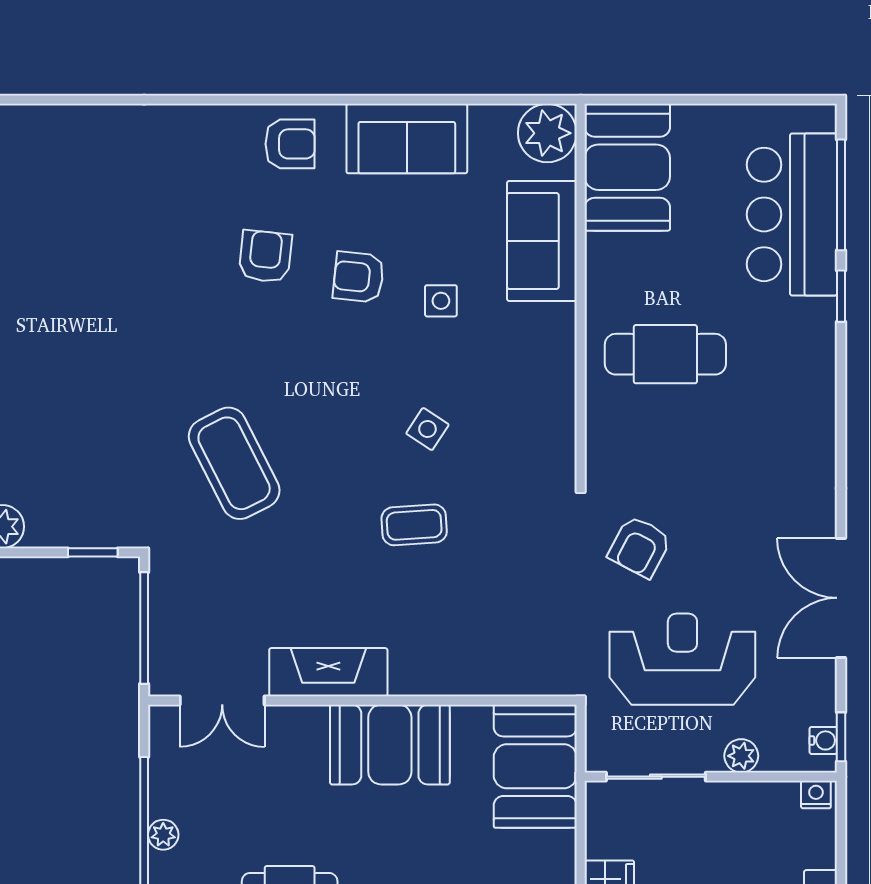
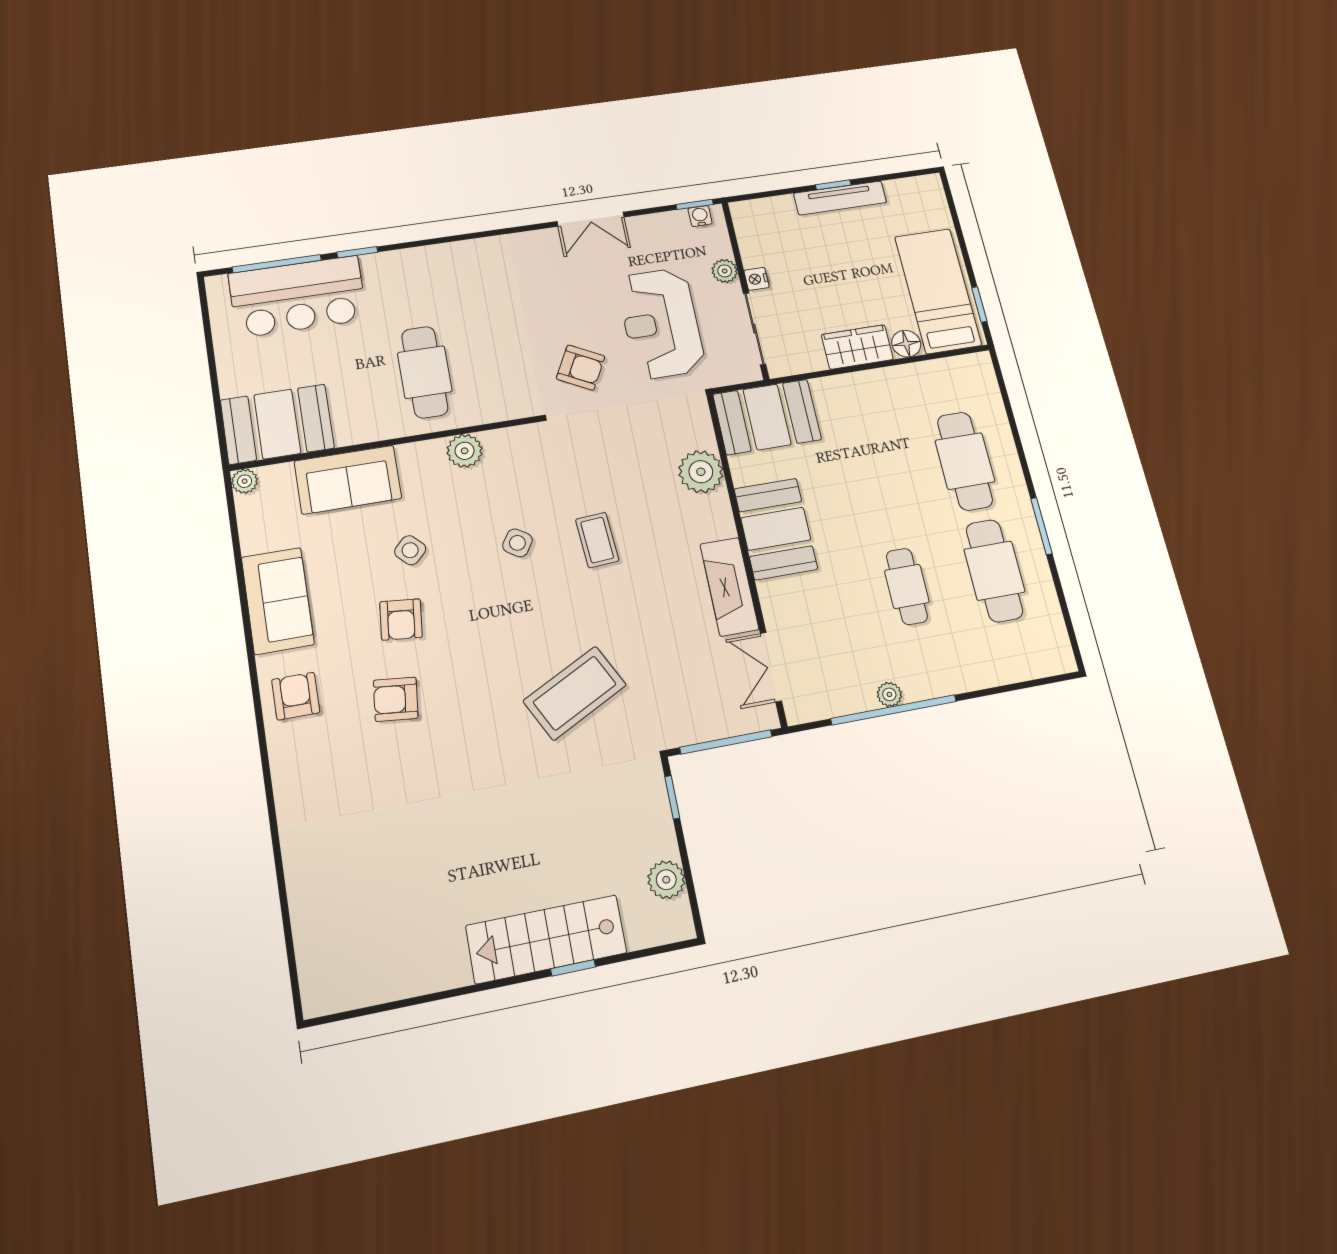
plant: (547, 133) -> (245, 481), width x0.53, depth x0.53
side table: (441, 301) -> (410, 550), turned 45
plant: (555, 386) -> (465, 451), added
double door: (841, 598) -> (591, 219), width x0.73
plant: (478, 668) -> (701, 472), added
double door: (222, 700) -> (771, 667), swing flipped
nightstand: (816, 795) -> (757, 279), moved

